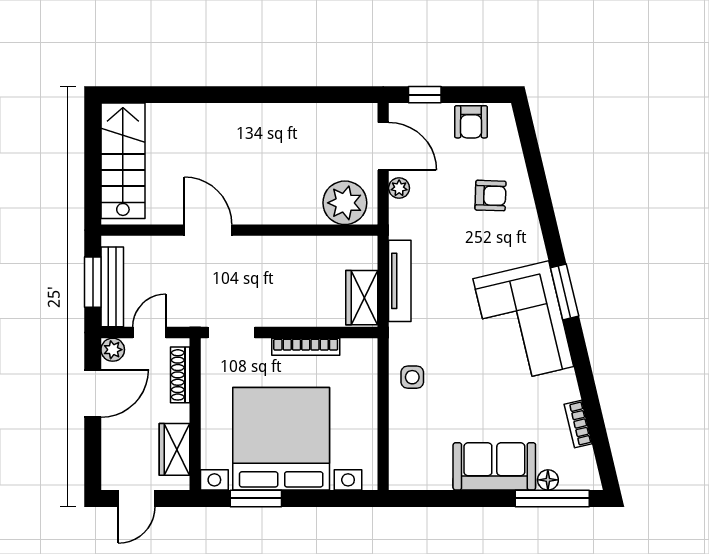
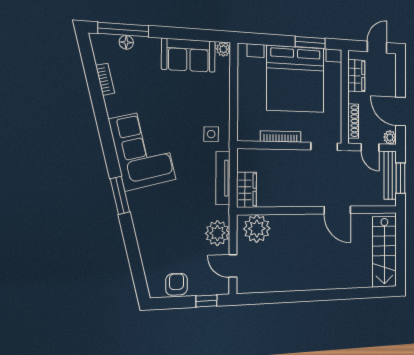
door: (383, 146) -> (233, 266), width x0.73
plant: (399, 188) -> (217, 233), width x1.88, depth x1.88
armchair: (490, 196) -> (164, 235), removed
window: (565, 292) -> (120, 195), moved
wardrobe: (362, 298) -> (247, 190), moved
door: (149, 333) -> (370, 147), hinge flipped
side table: (412, 377) -> (211, 134), moved
door: (93, 393) -> (401, 111), hinge flipped
sofa: (494, 466) -> (188, 55), moved
plant: (400, 479) -> (223, 49), added

